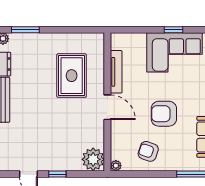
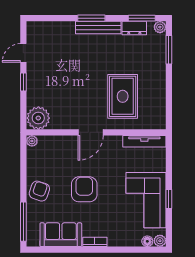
tv unit: (116, 72) -> (144, 141), moved
rug: (72, 76) -> (123, 96), turned 90
armchair: (148, 151) -> (39, 191), moved

